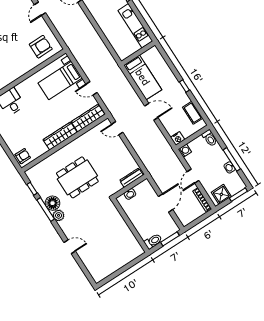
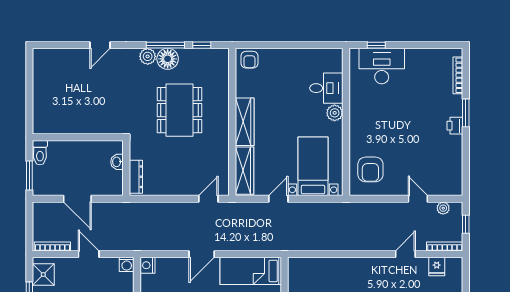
plant: (22, 88) -> (335, 113), added

